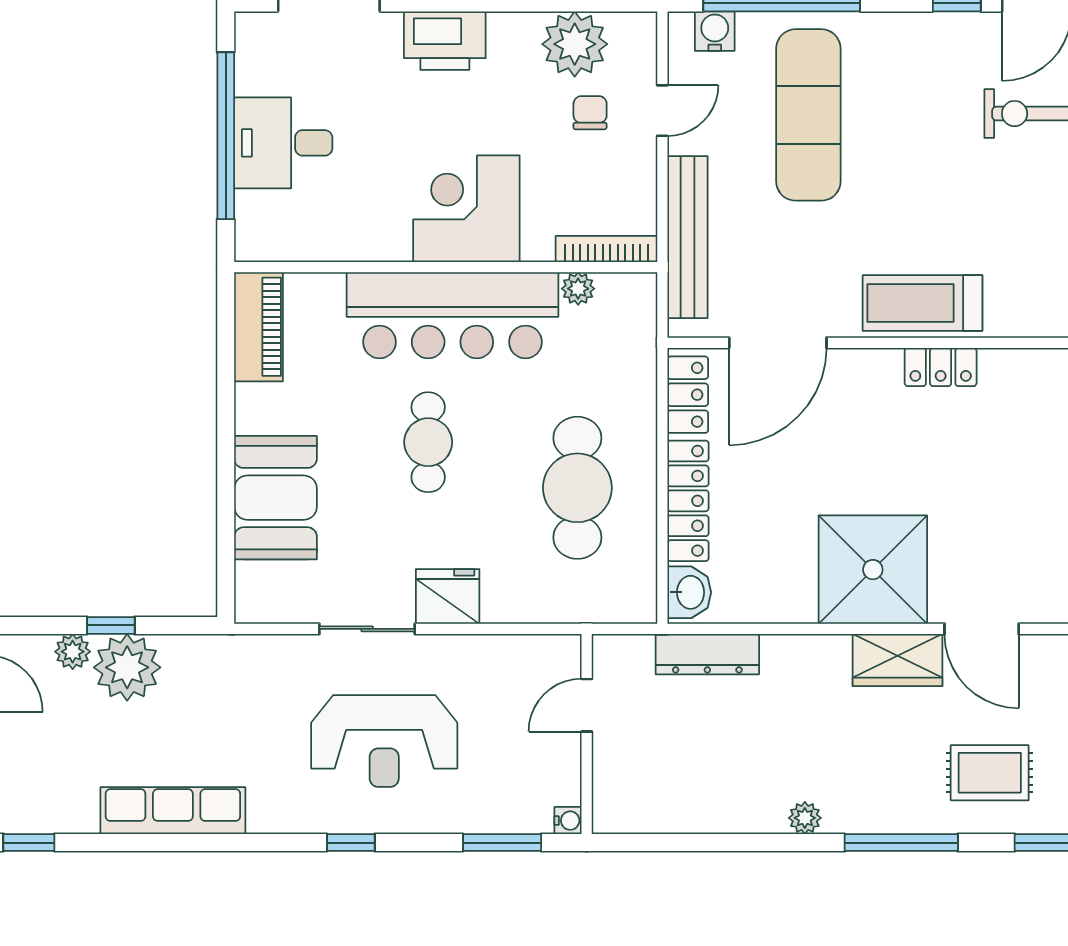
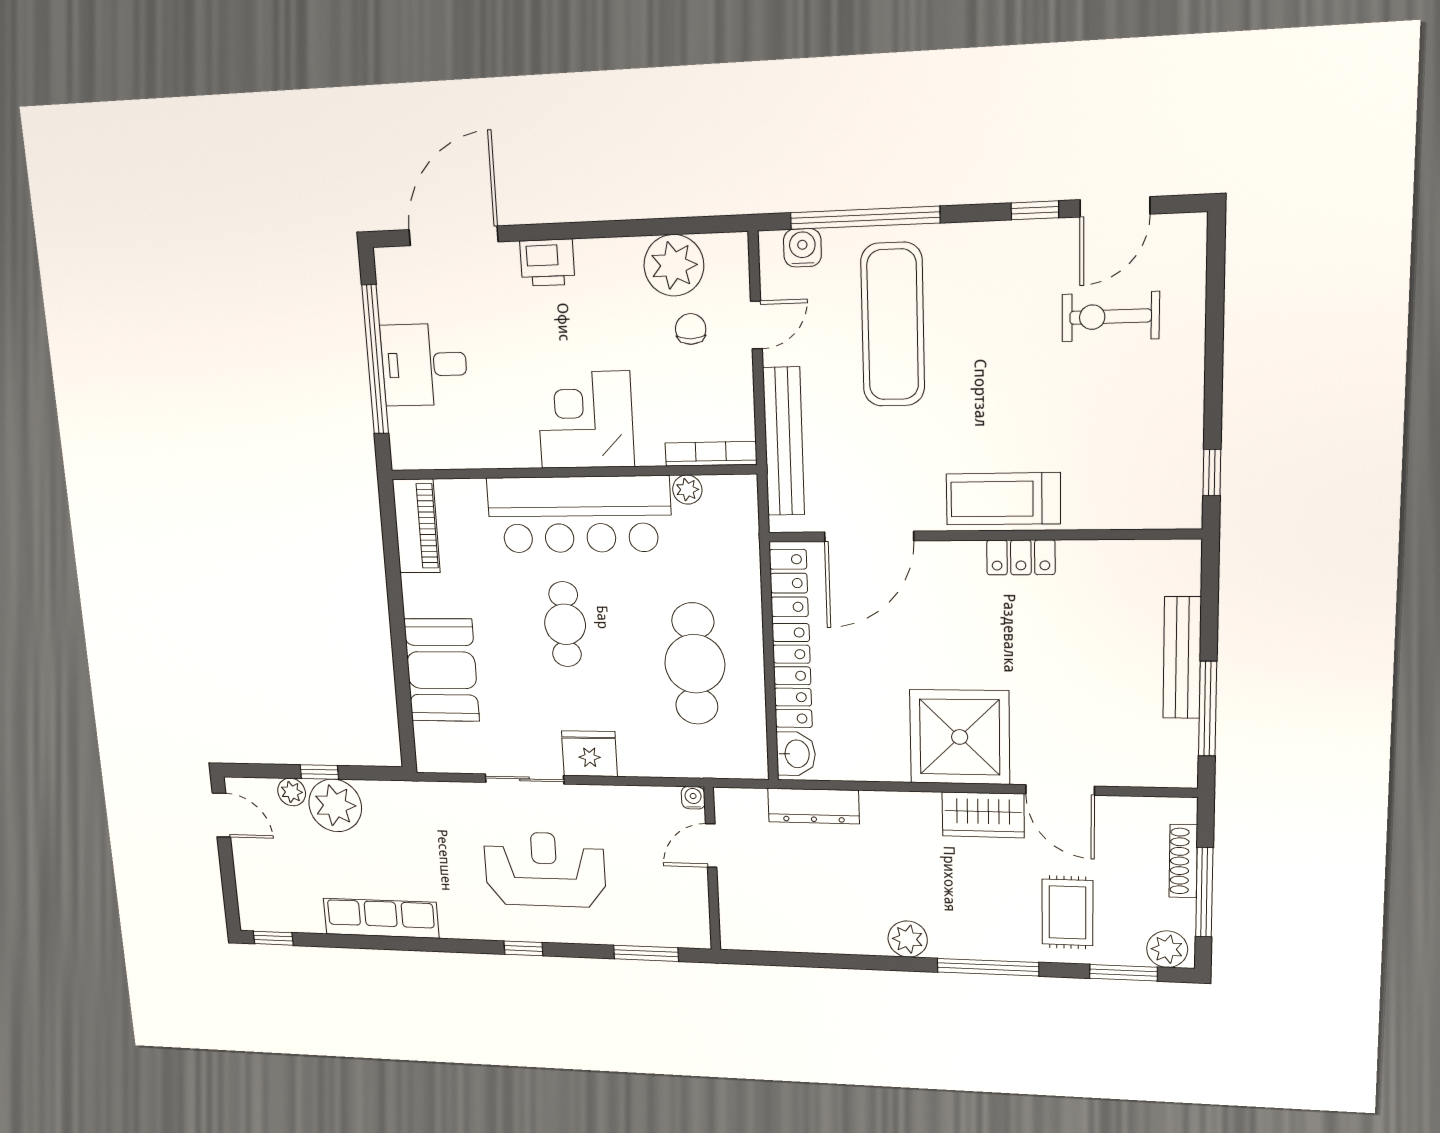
printer: (445, 41) -> (547, 263), width x0.73, depth x0.84
reception desk: (384, 741) -> (545, 869), turned 180
rug: (990, 773) -> (1067, 912), turned 90
plant: (805, 818) -> (908, 939), width x1.38, depth x1.38
water cooler: (568, 821) -> (693, 798), moved, turned -90

